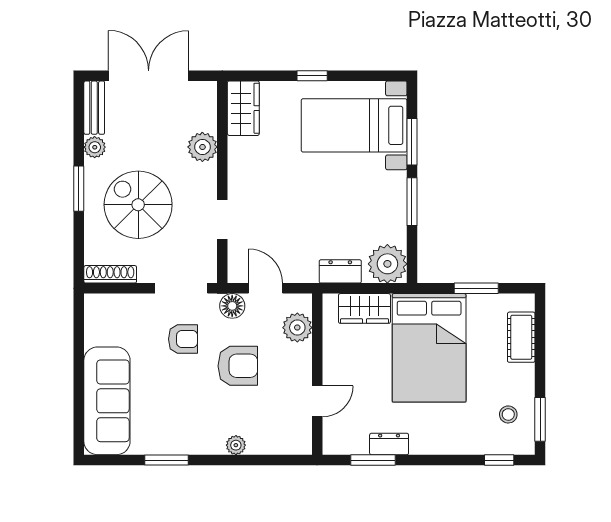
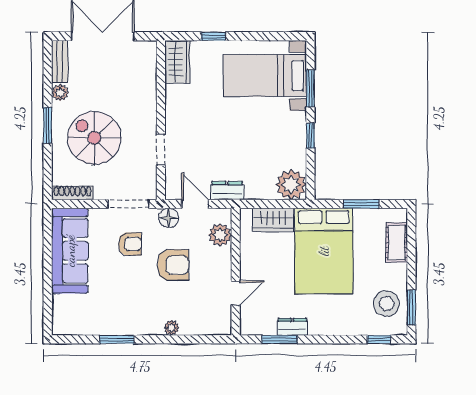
window: (312, 76) -> (213, 36), moved
plant: (202, 147) -> (145, 92), removed
window: (412, 202) -> (310, 136), width x0.67
dresser: (340, 271) -> (227, 191), moved
sofa: (107, 401) -> (70, 251), moved
stool: (508, 414) -> (386, 303), width x1.89, depth x1.89

